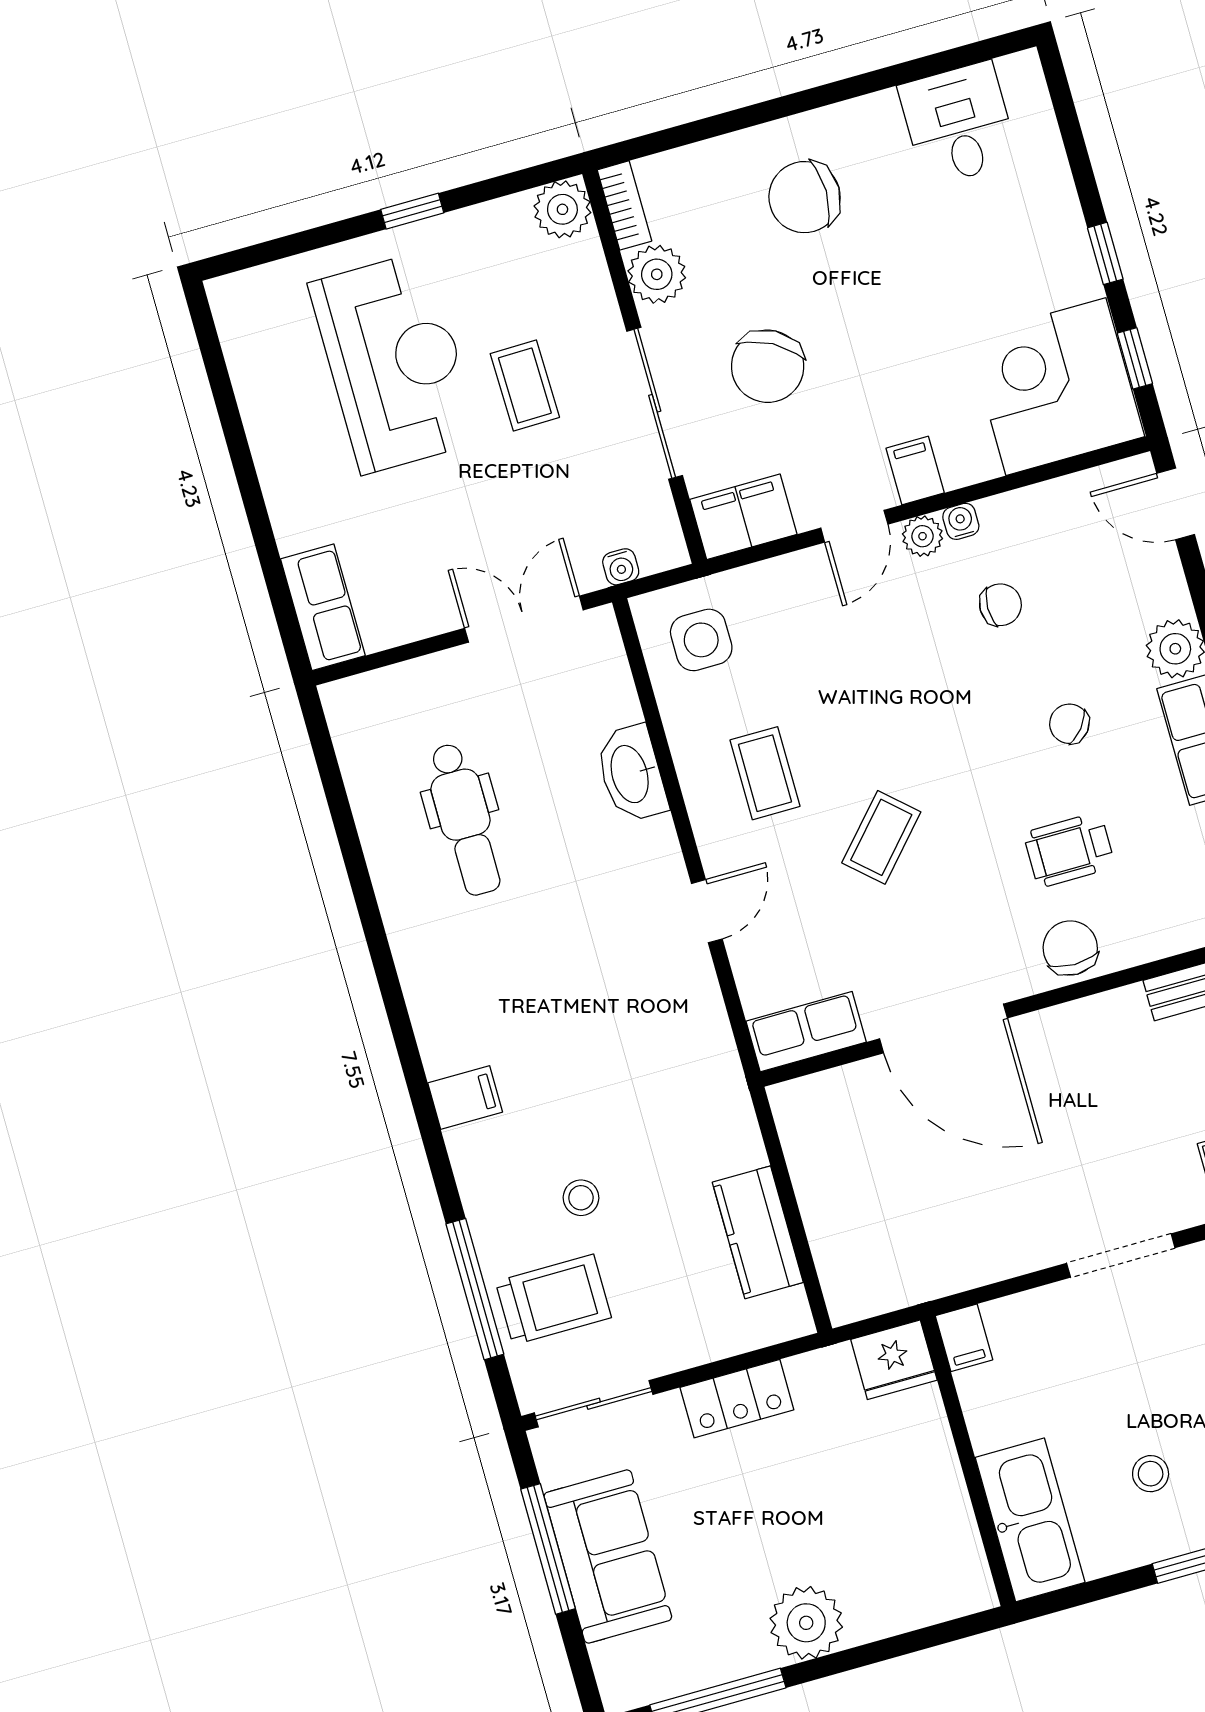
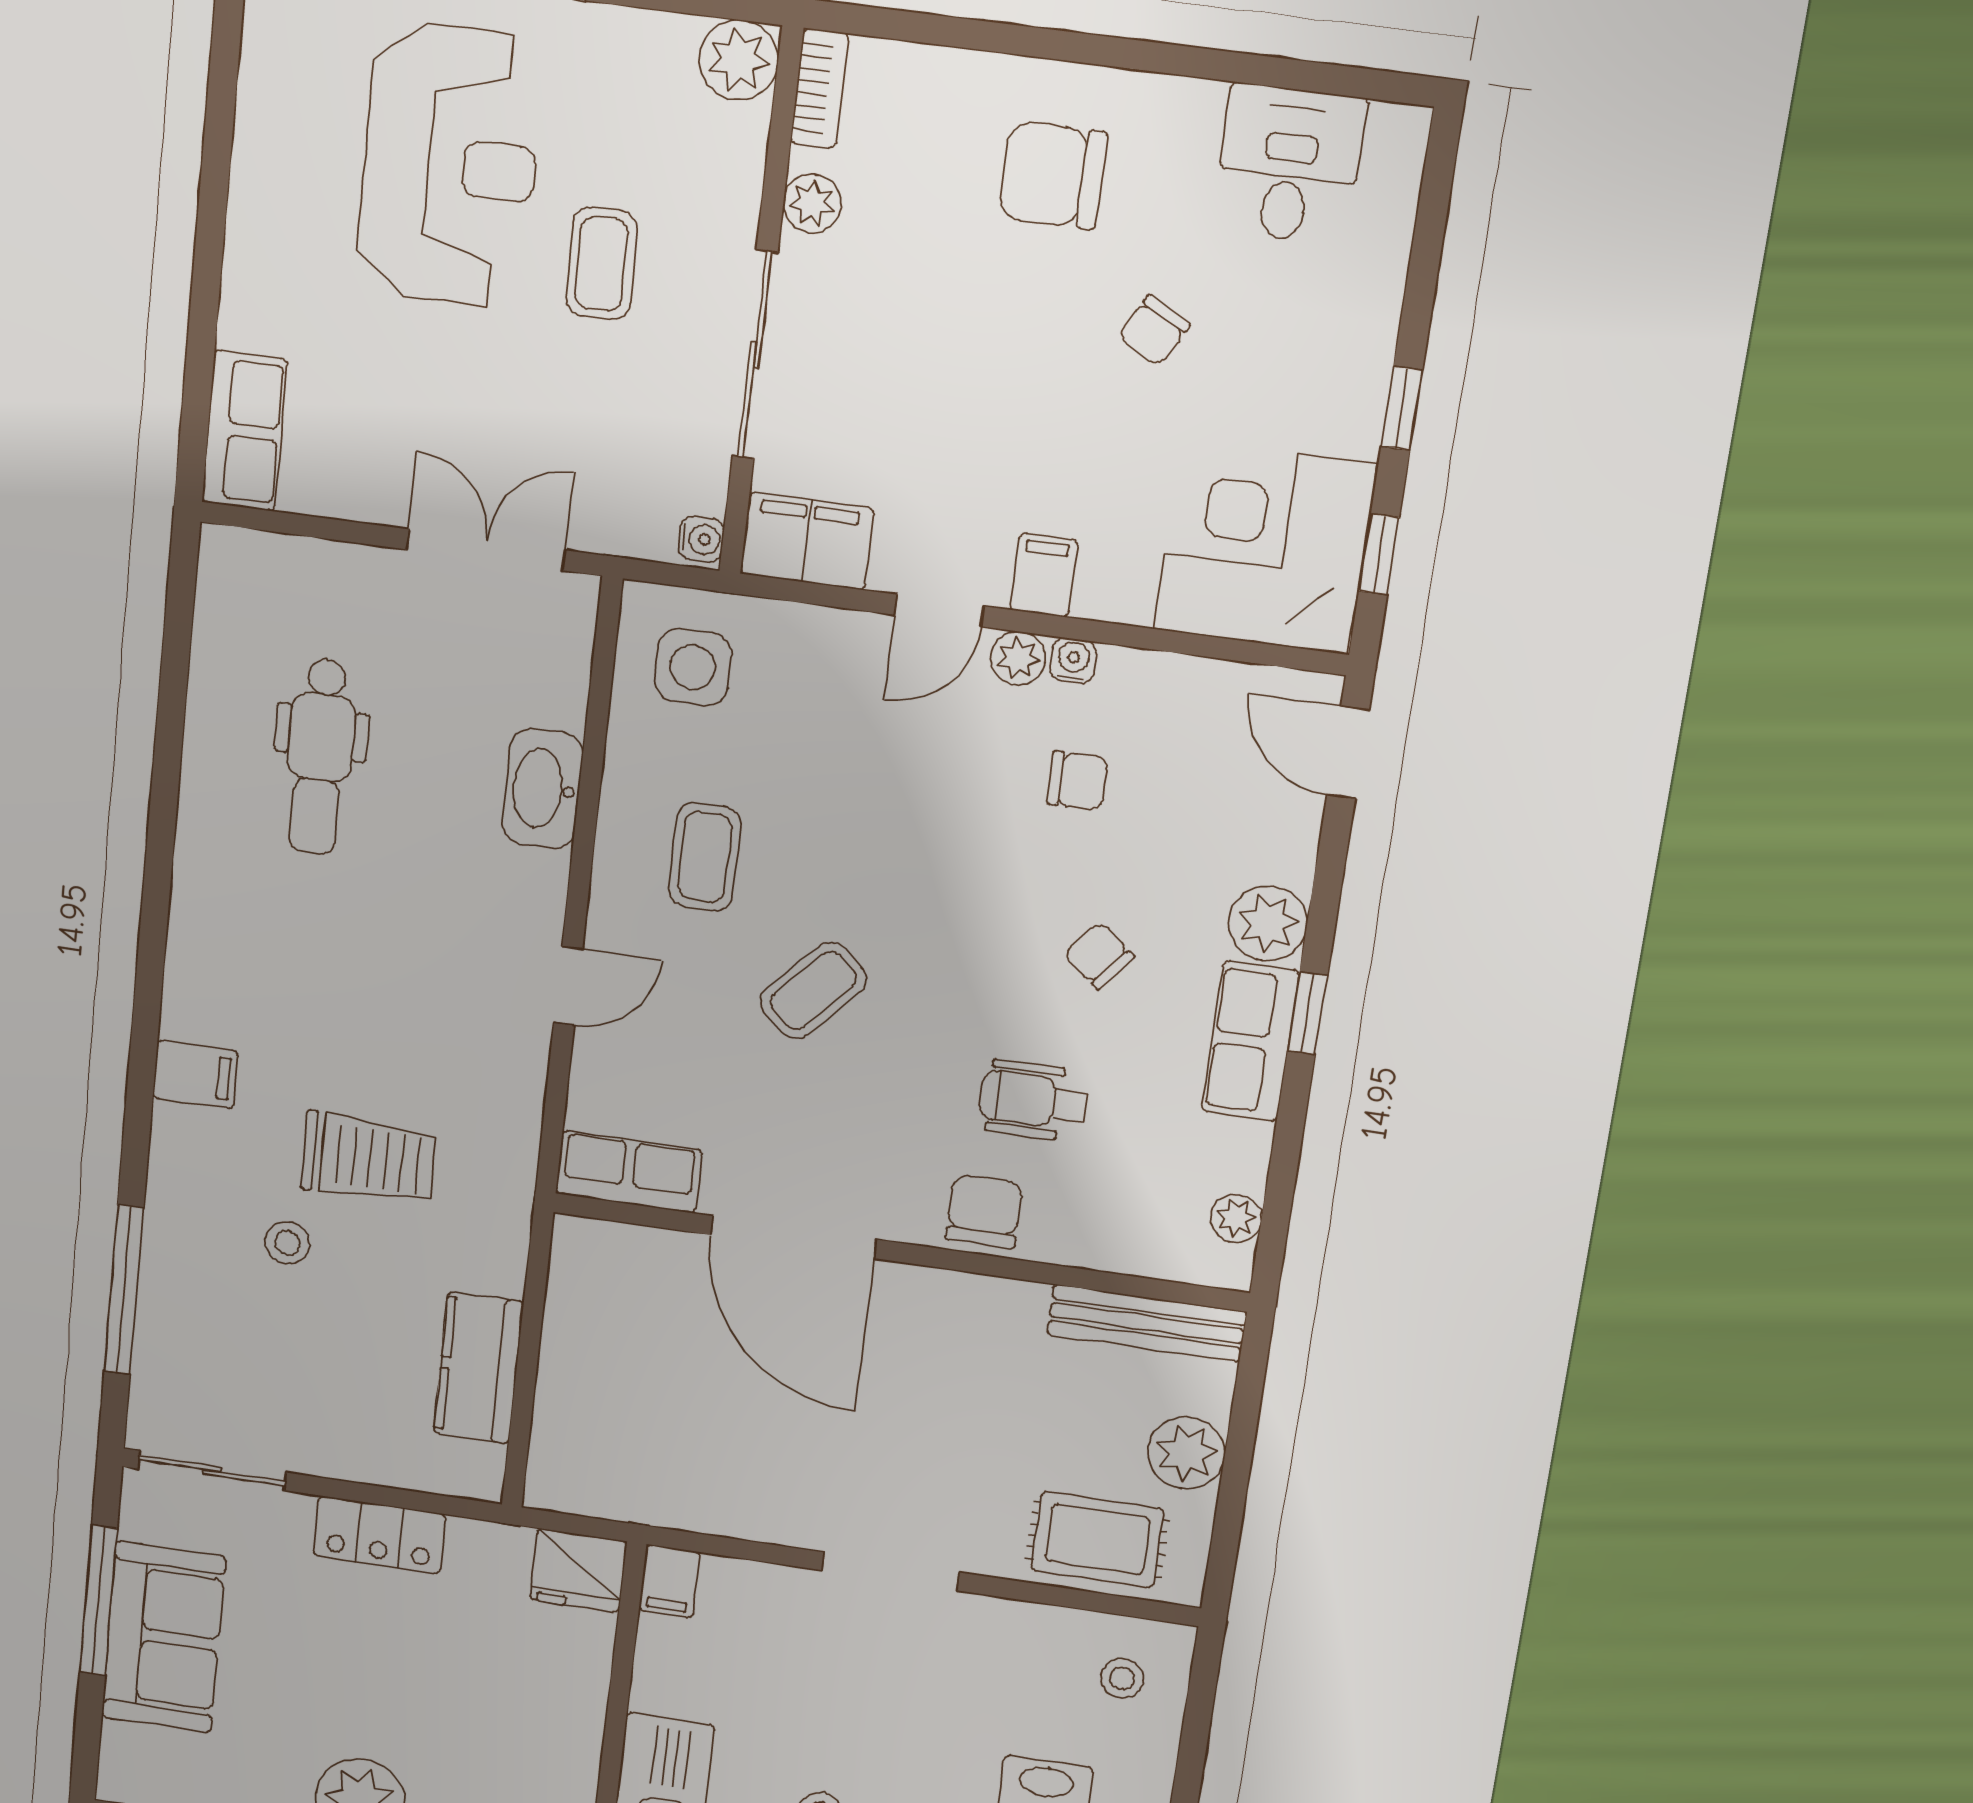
plant: (657, 274) -> (812, 203), width x0.73, depth x0.73
chair: (768, 366) -> (1154, 331), moved, width x0.54, depth x0.54
water cooler: (621, 567) -> (701, 539), moved, turned -90
trolley: (553, 1300) -> (369, 1159), moved

